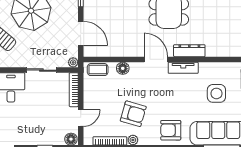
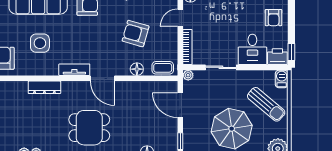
dresser: (189, 51) -> (44, 87), moved
armchair: (133, 114) -> (136, 34), moved

